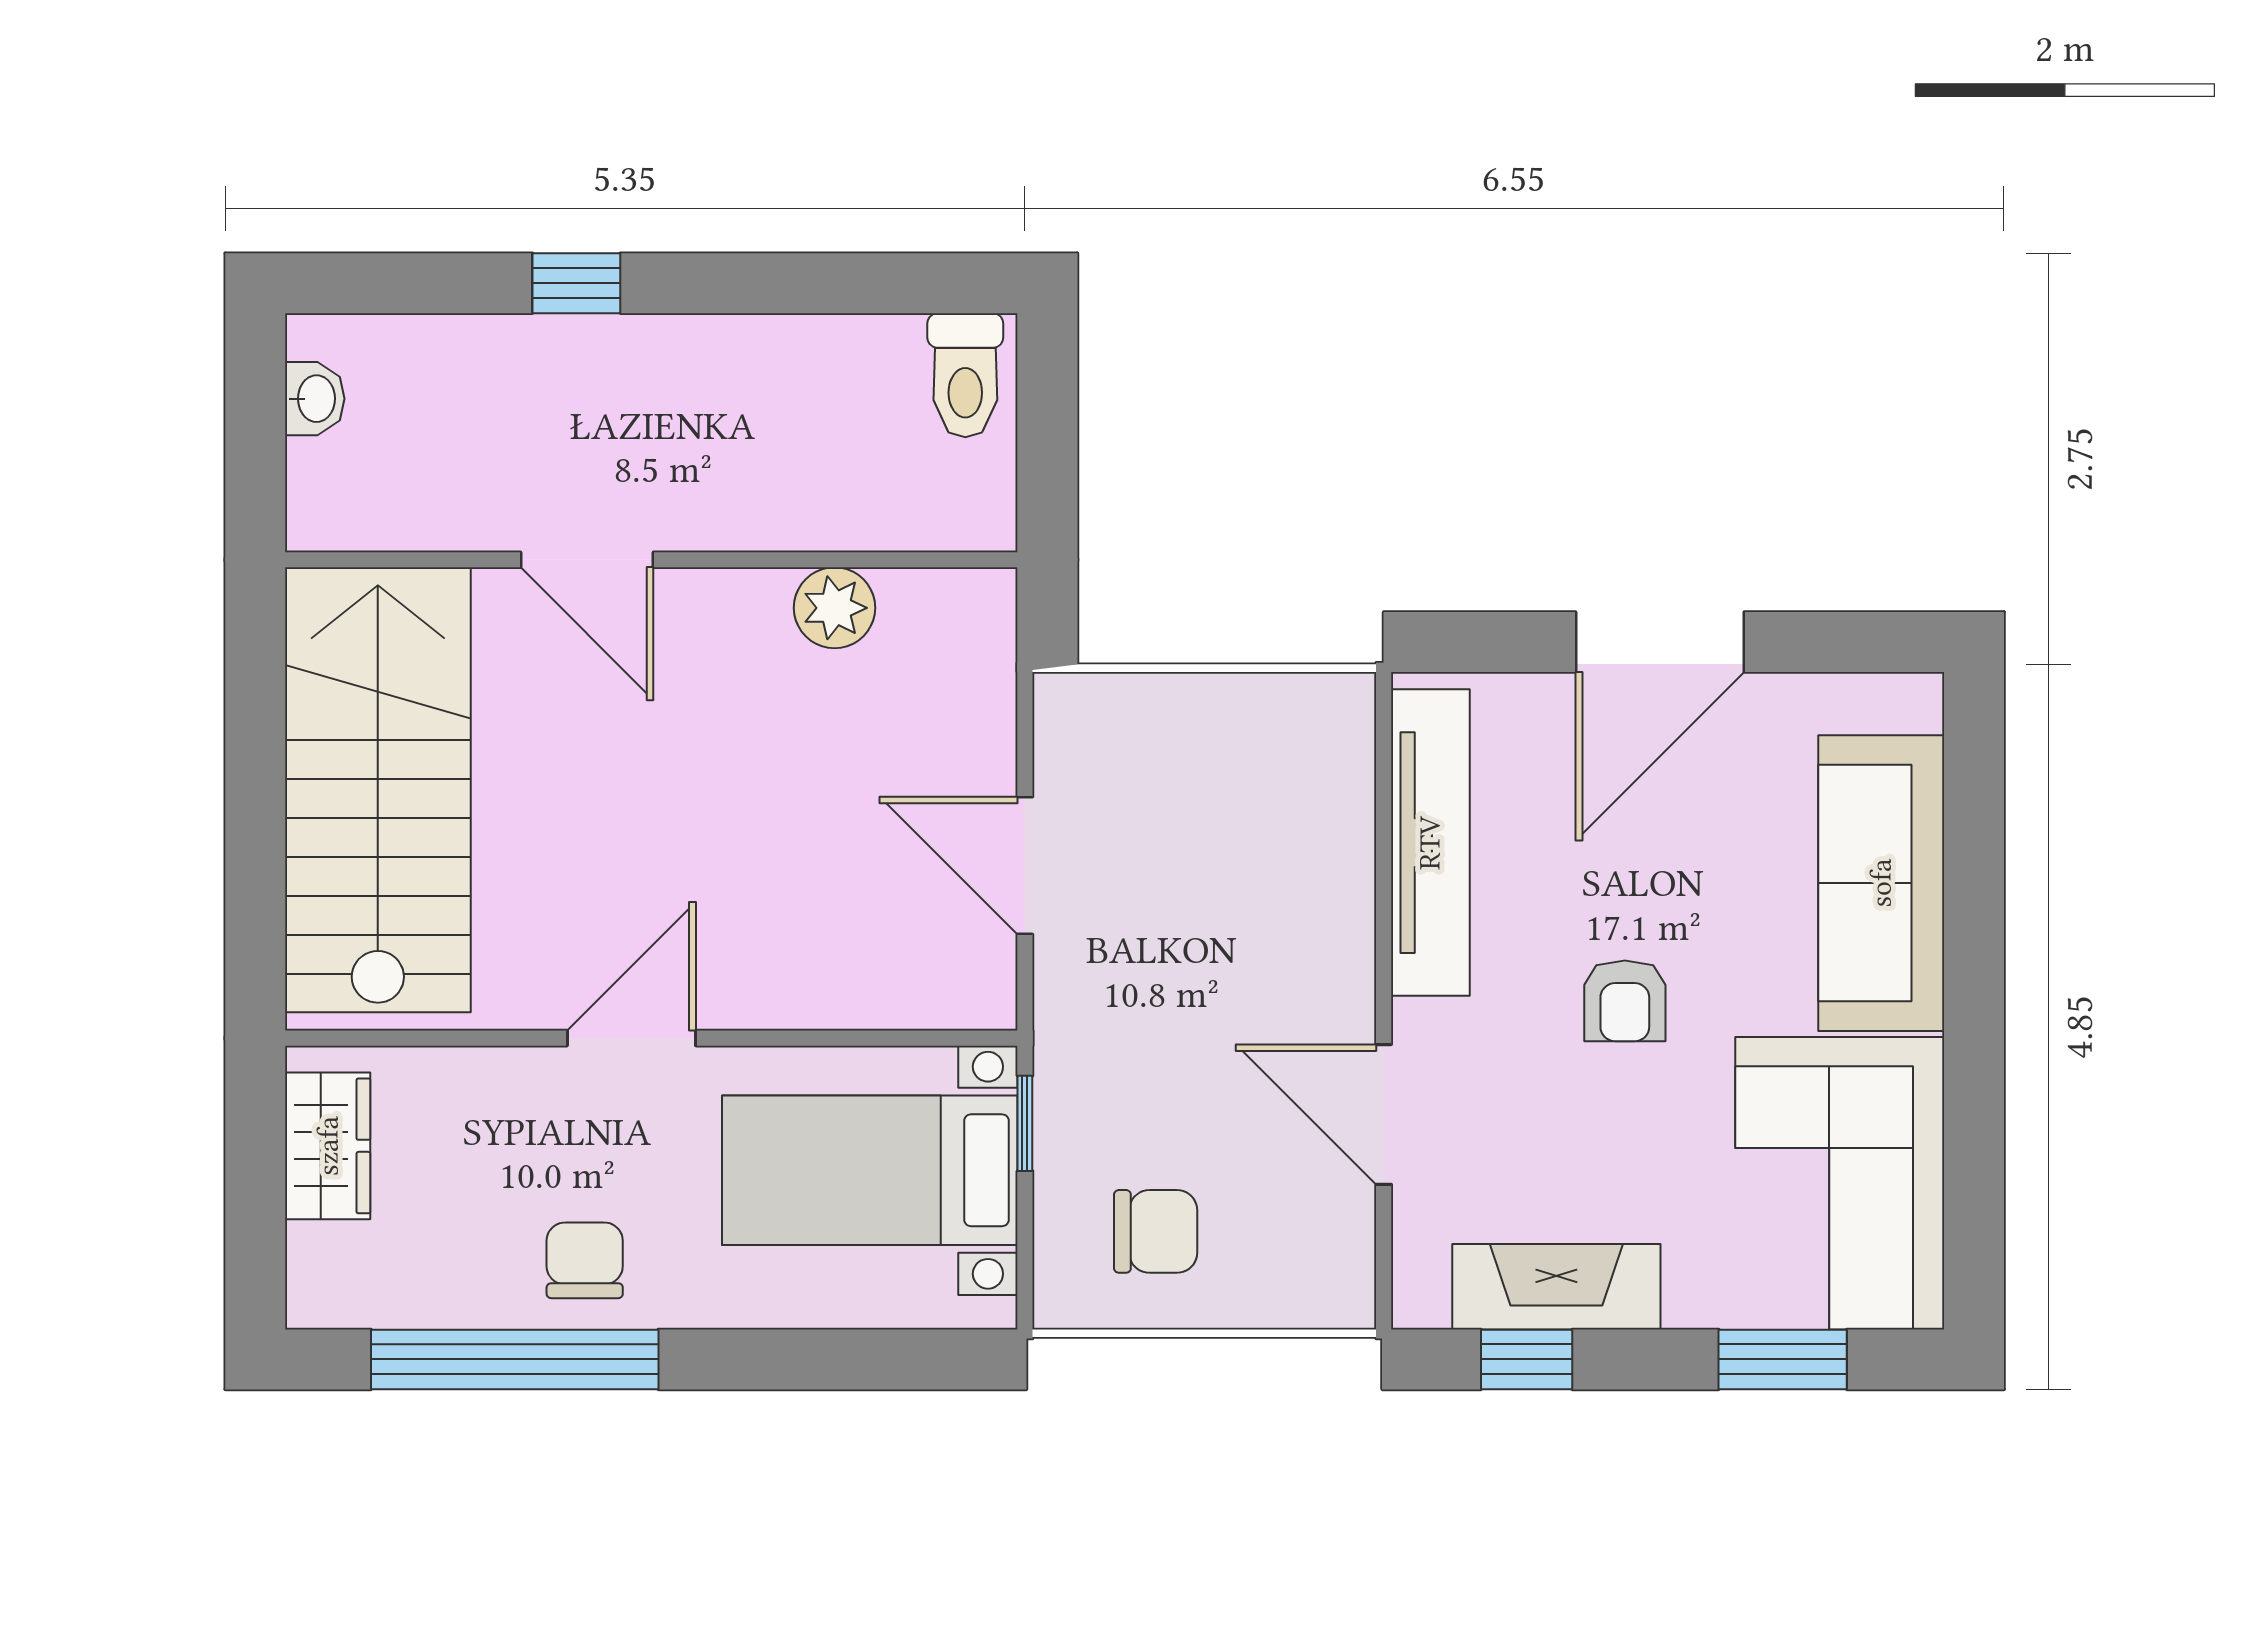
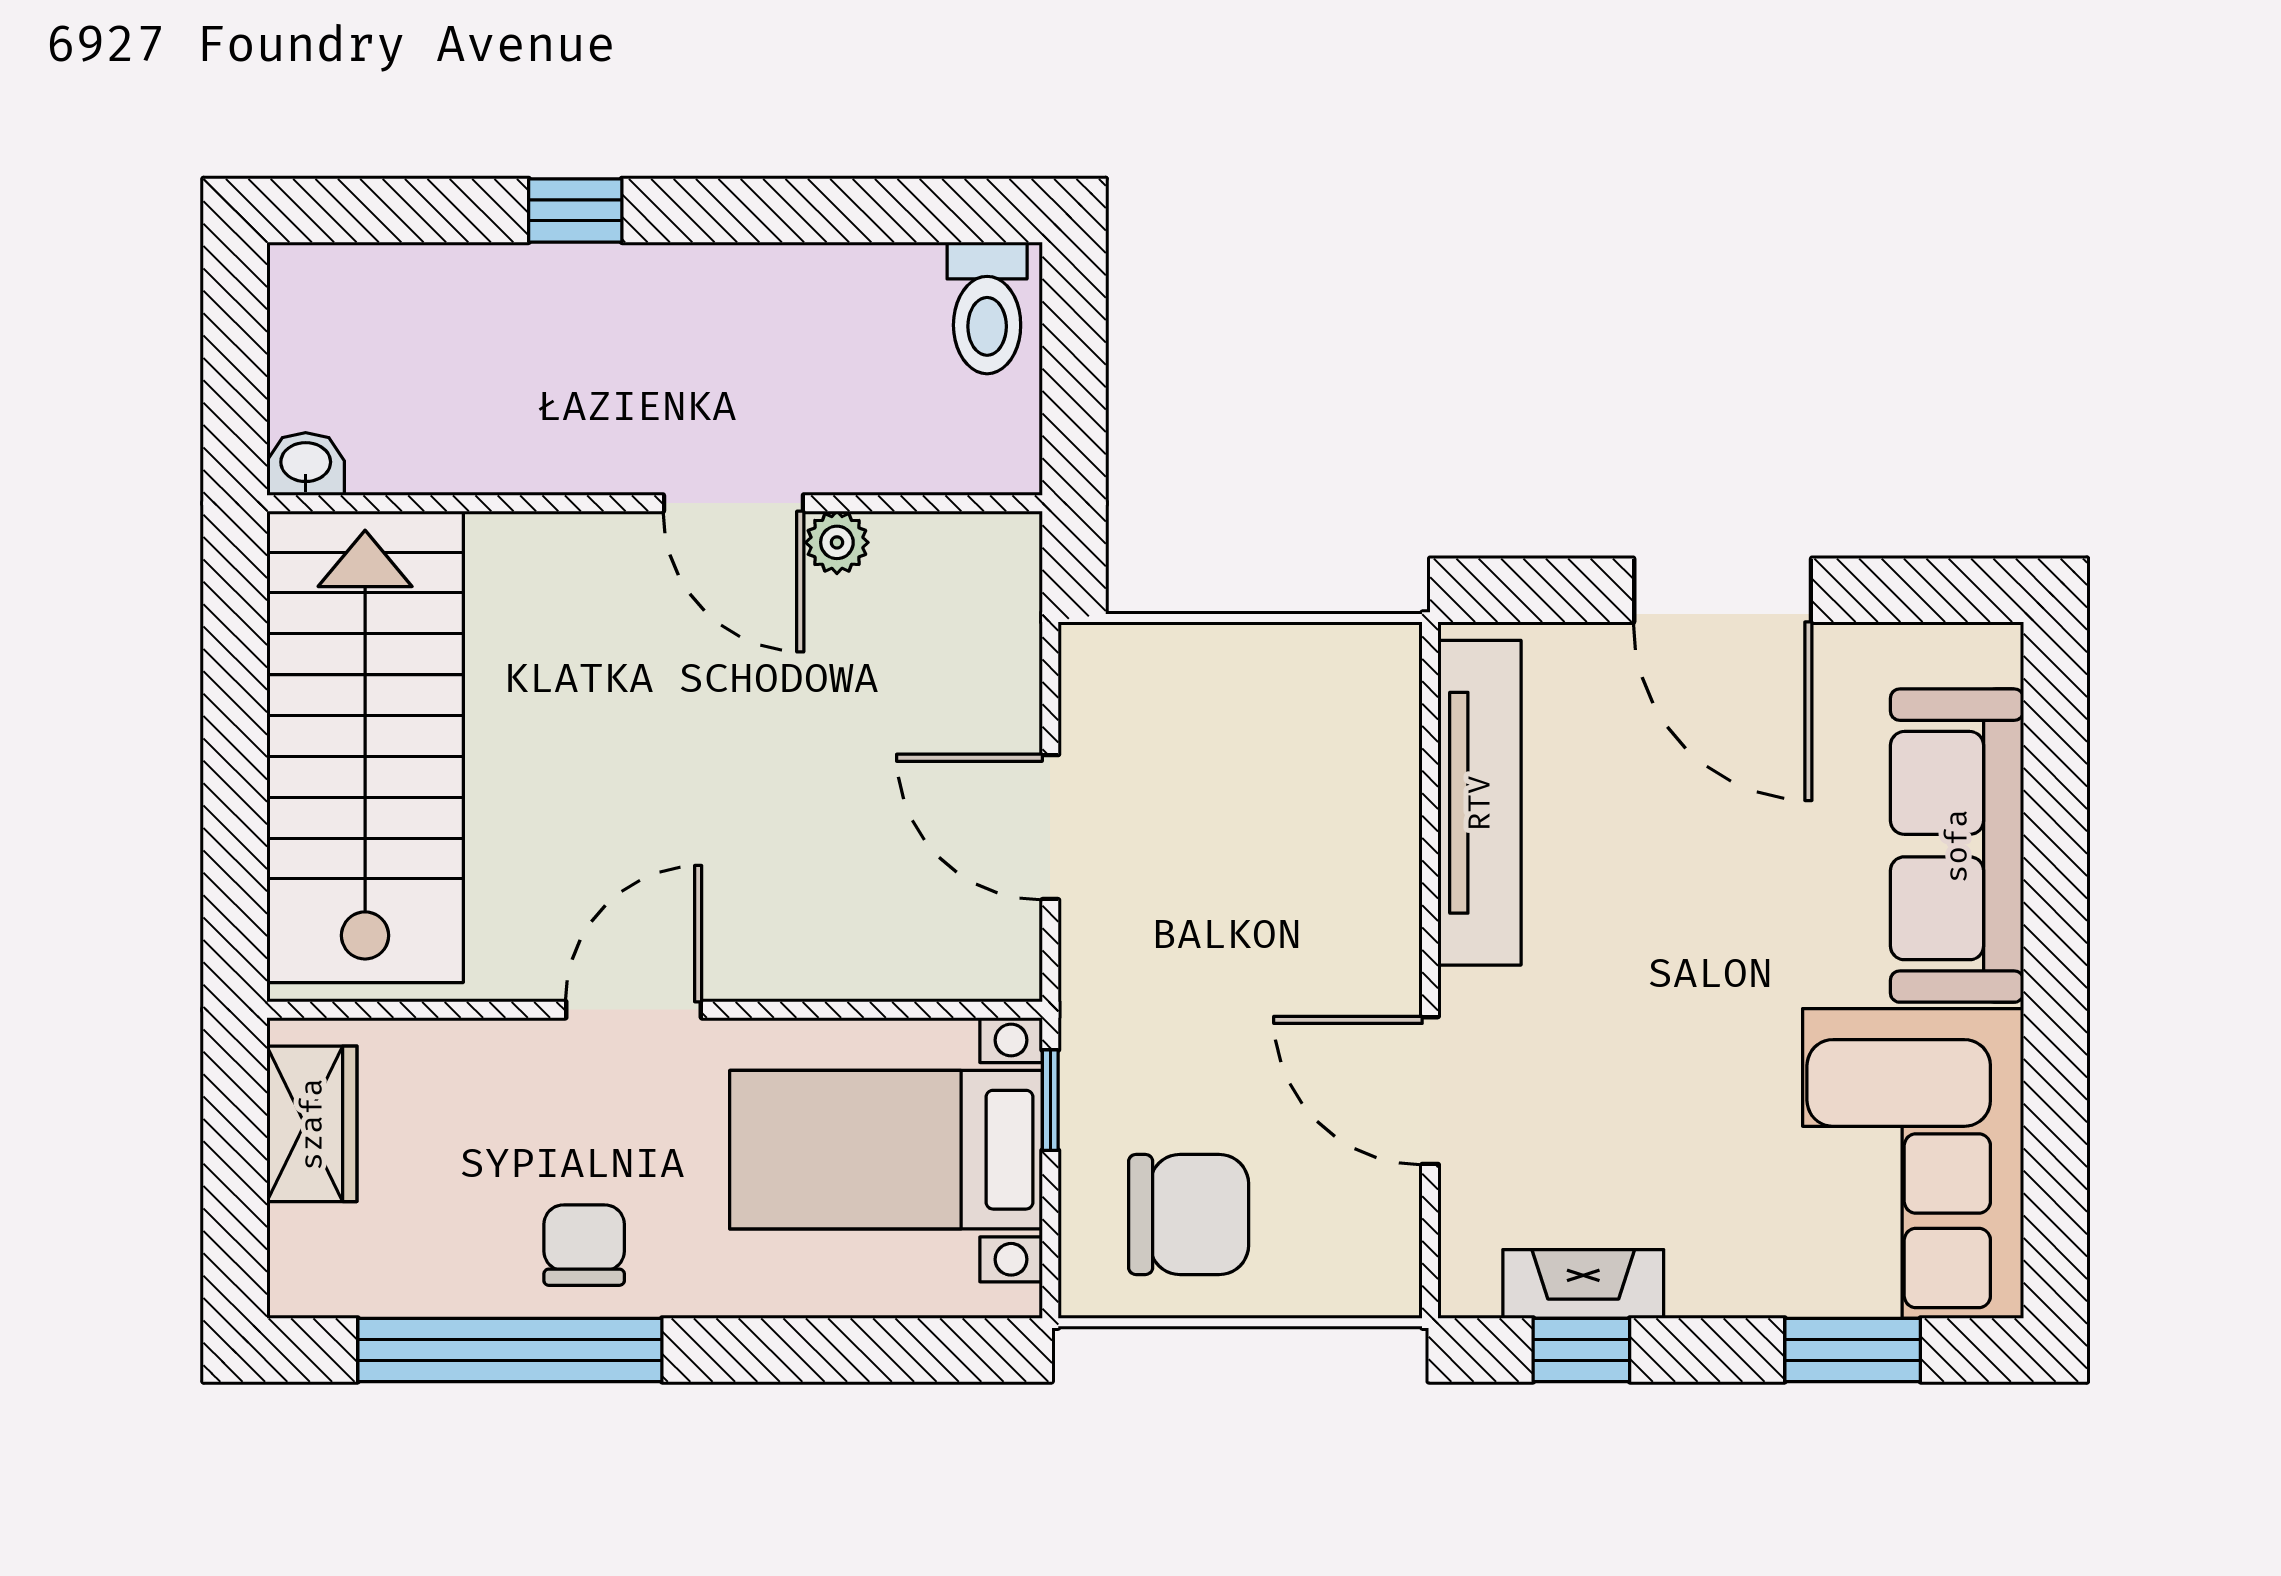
washbasin: (315, 399) -> (306, 464), moved, turned -90
door: (587, 560) -> (733, 503), moved
plant: (835, 608) -> (837, 542), width x0.73, depth x0.73
door: (1660, 642) -> (1723, 590), hinge flipped
armchair: (1625, 1001) -> (1685, 970), removed
chair: (1156, 1231) -> (1189, 1214), width x1.37, depth x1.37
fireplace: (1556, 1287) -> (1583, 1284), width x0.73, depth x0.76

